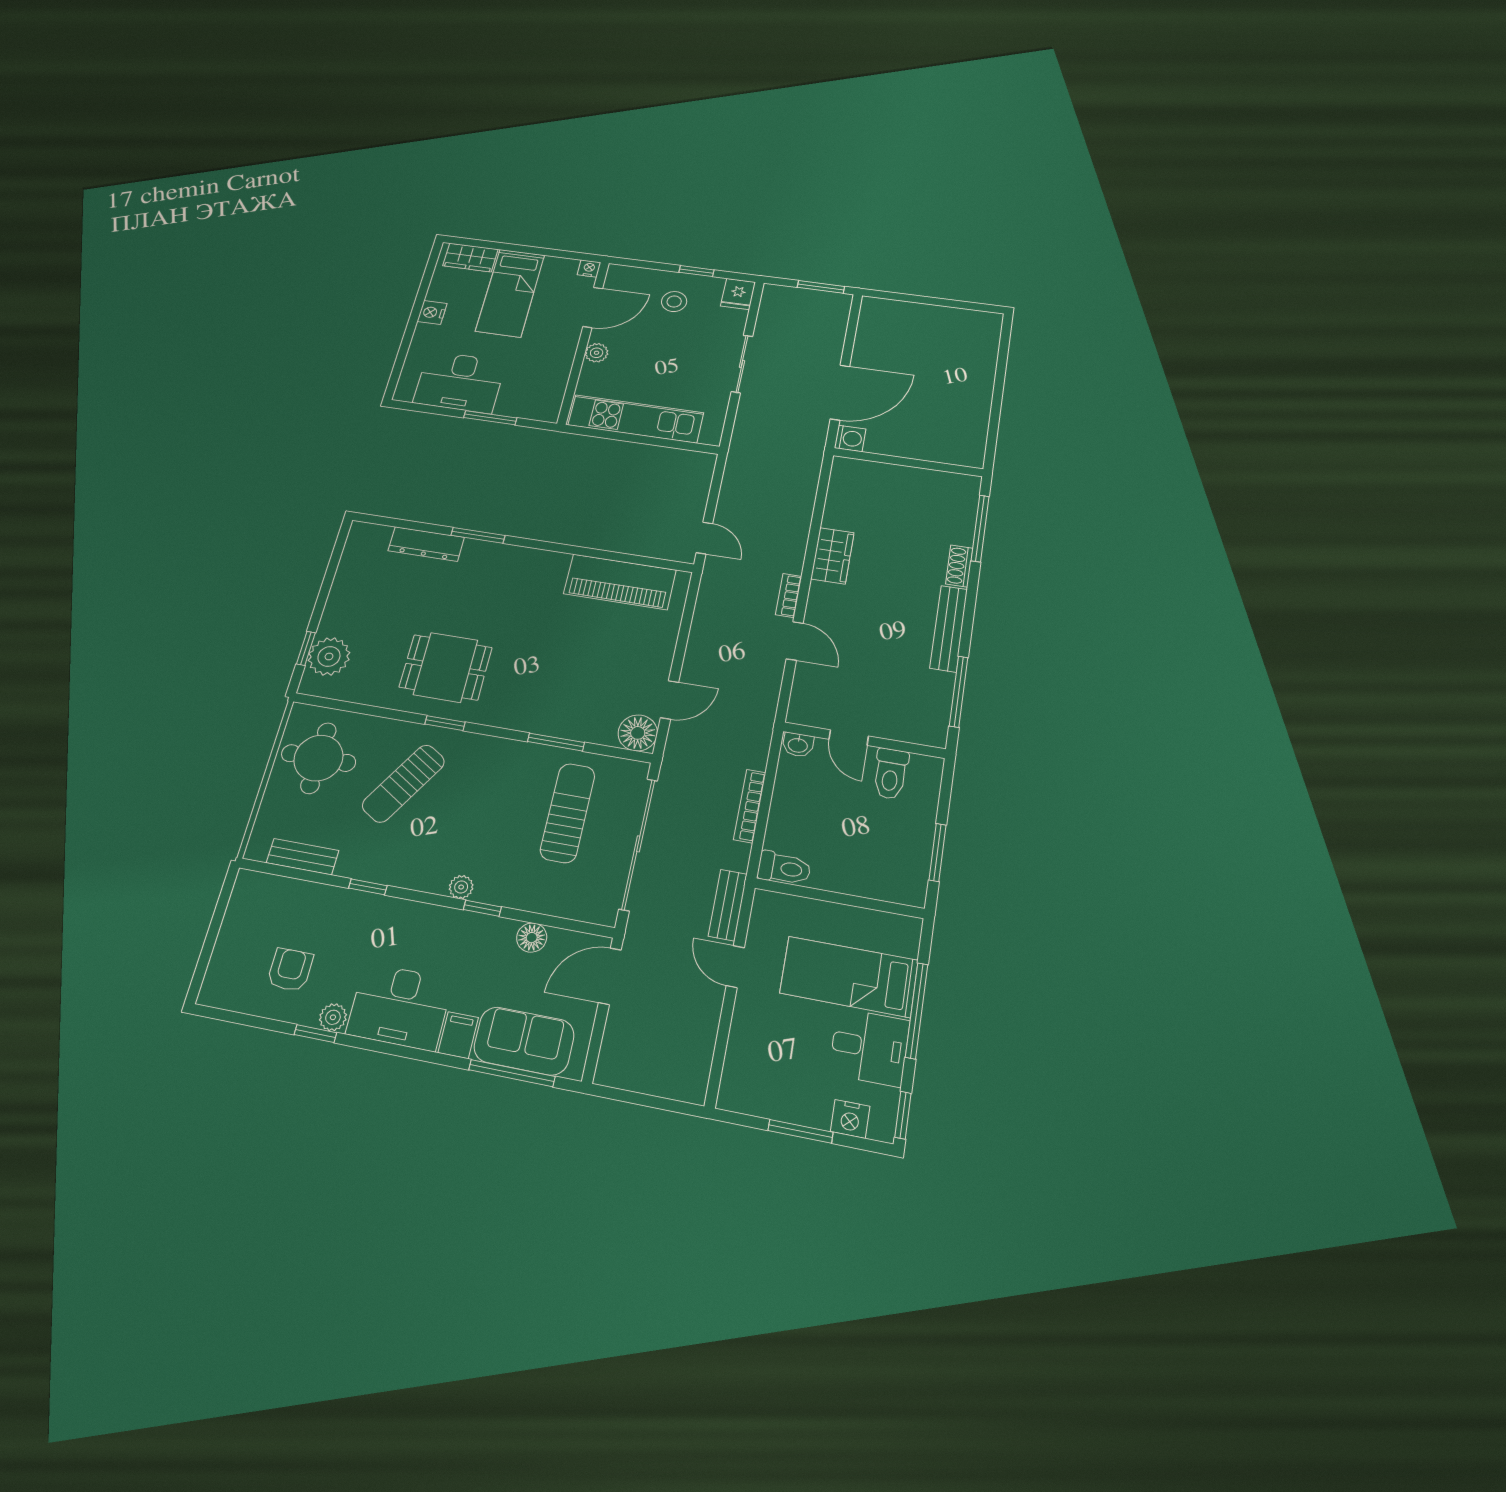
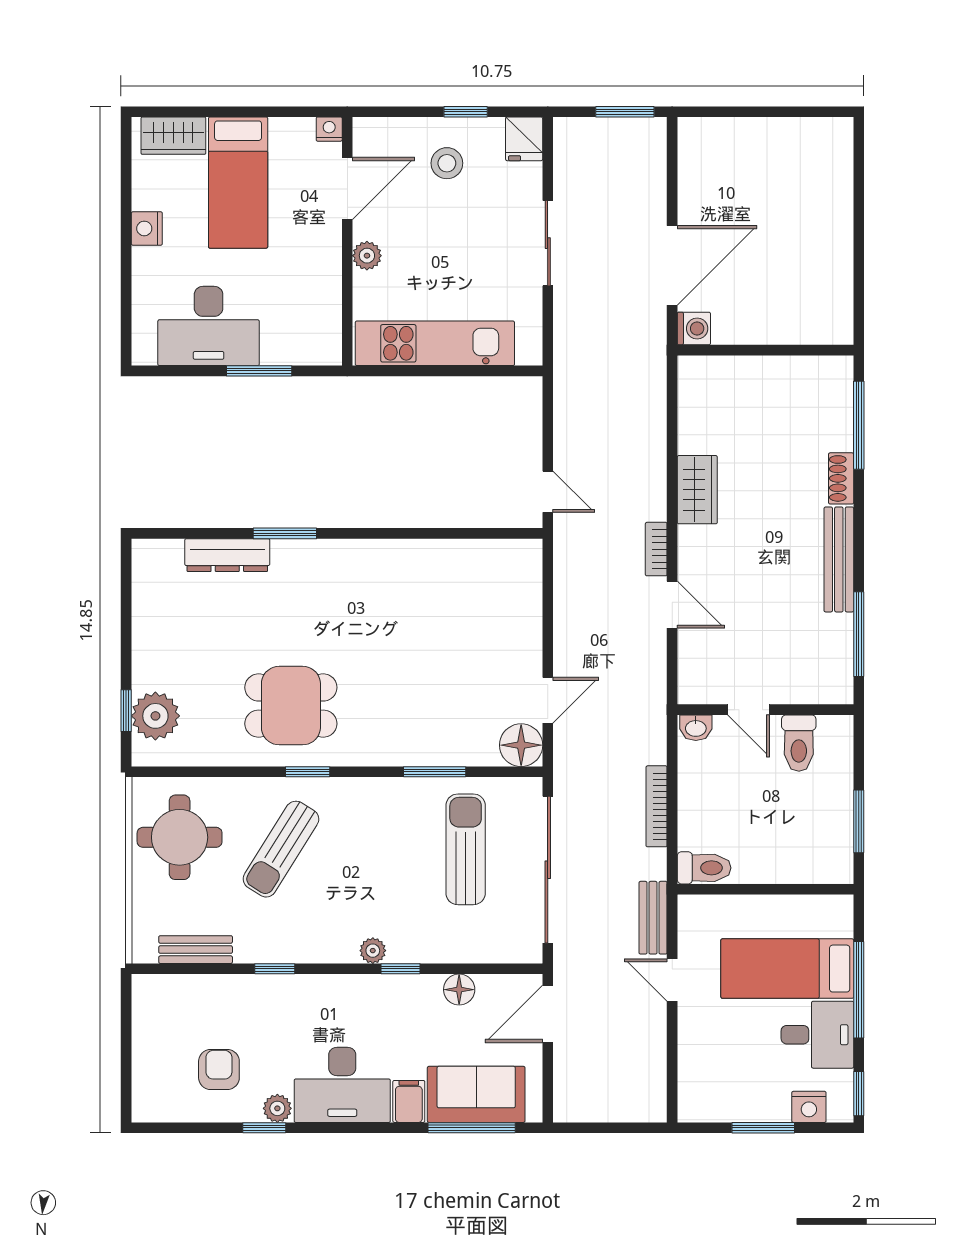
piano: (620, 582) -> (463, 565), removed

